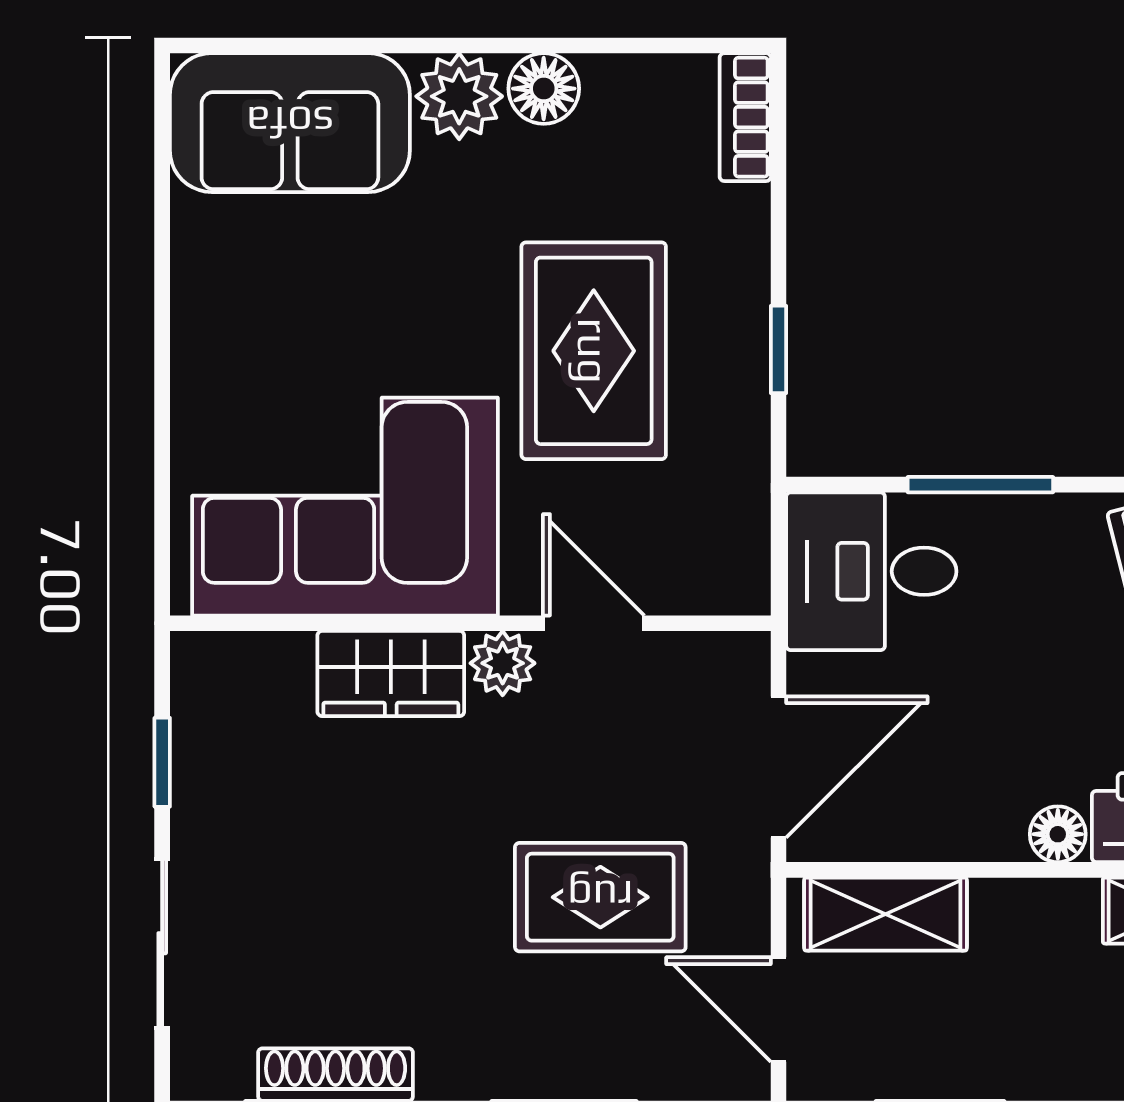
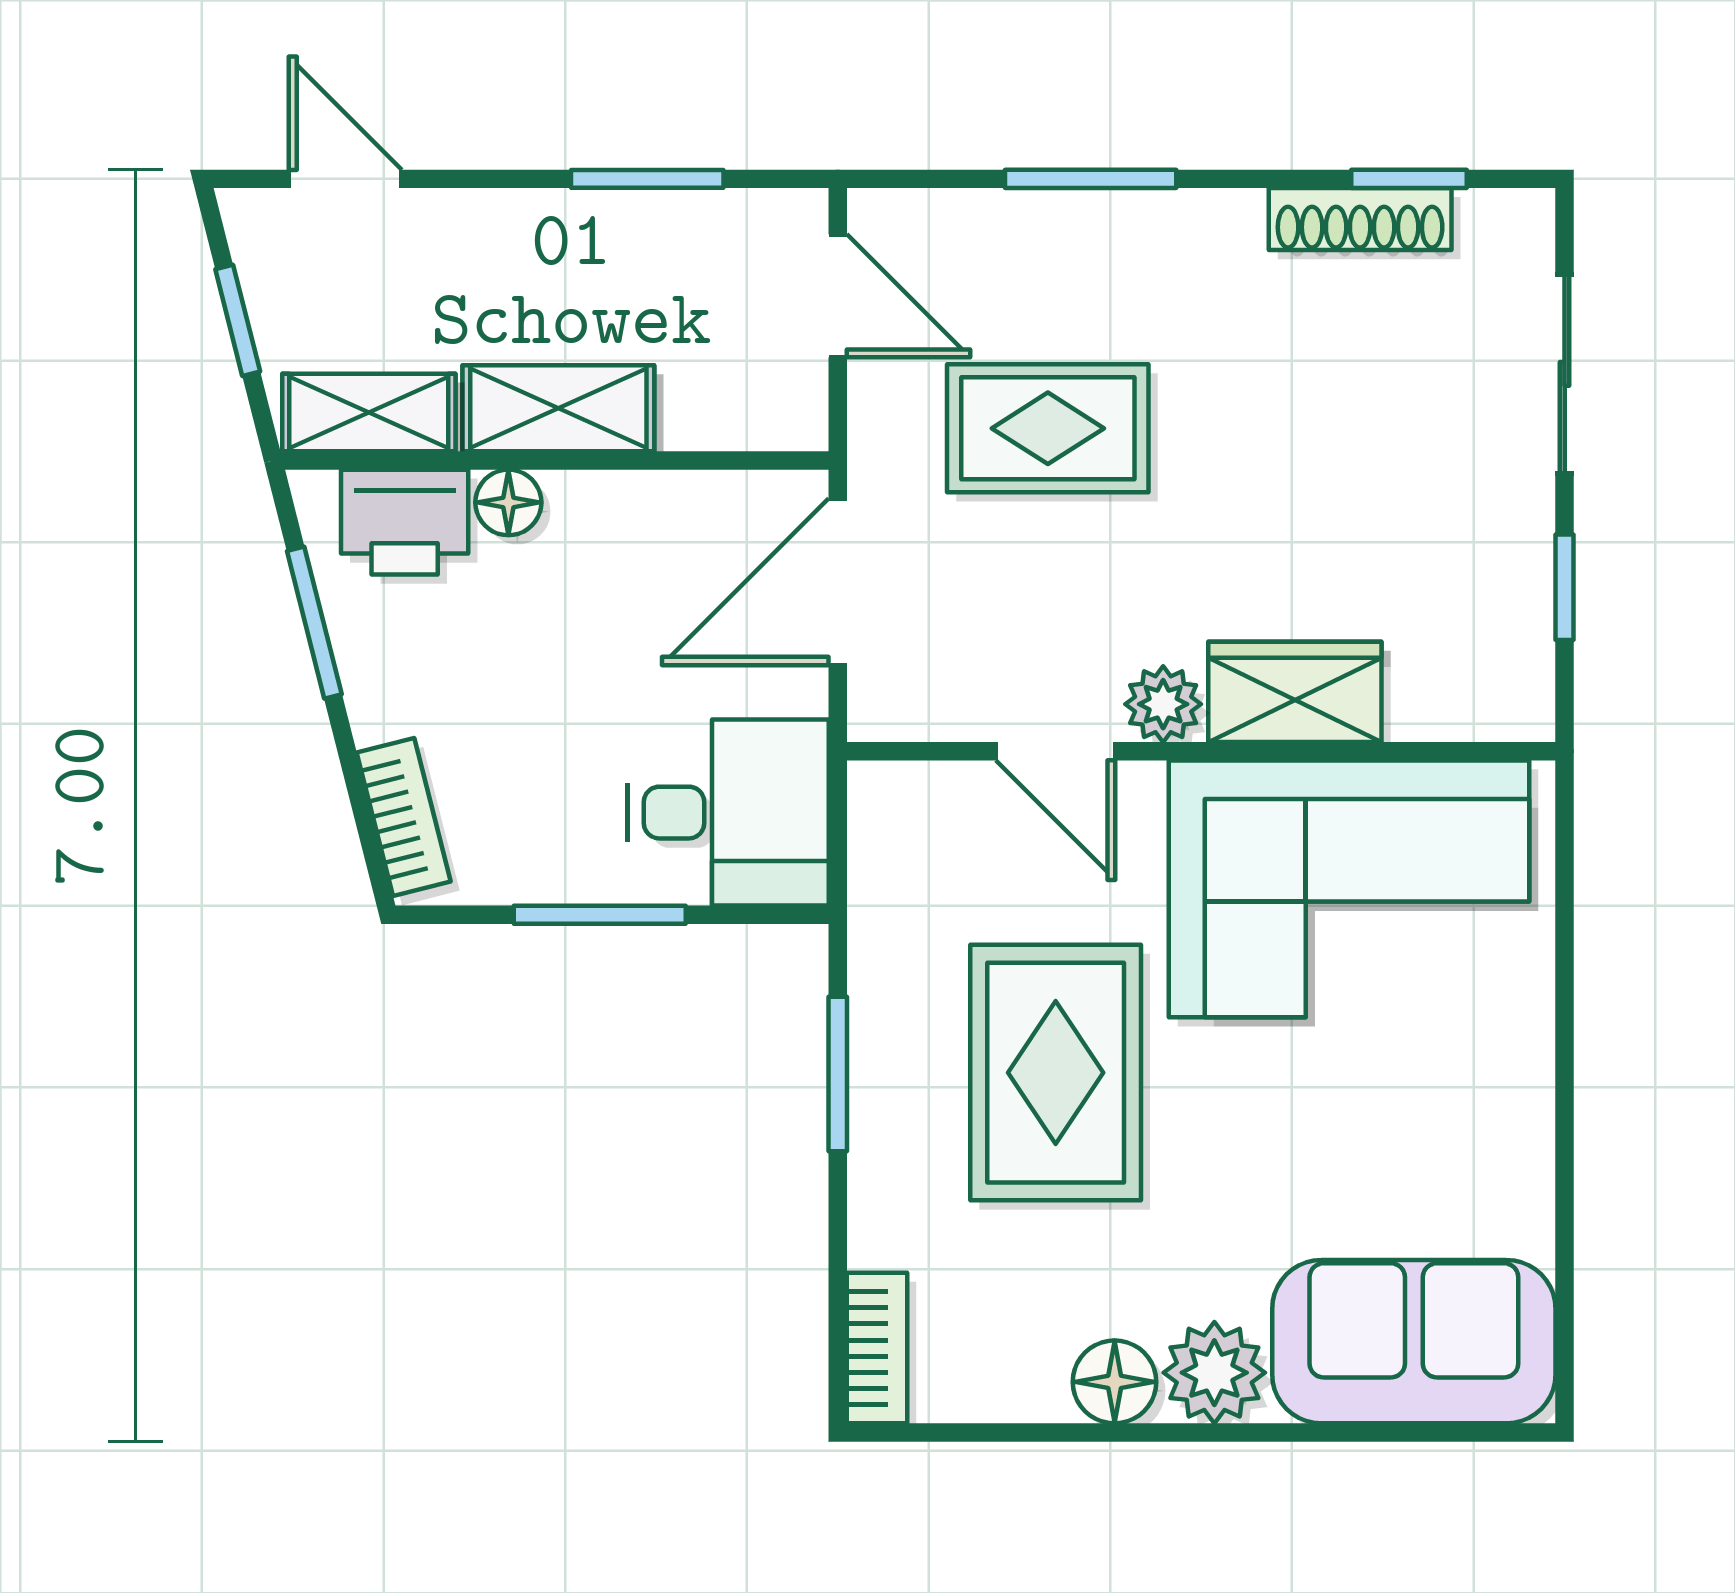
window: (778, 349) -> (838, 1074), width x1.50
shelving: (885, 914) -> (558, 408), moved

